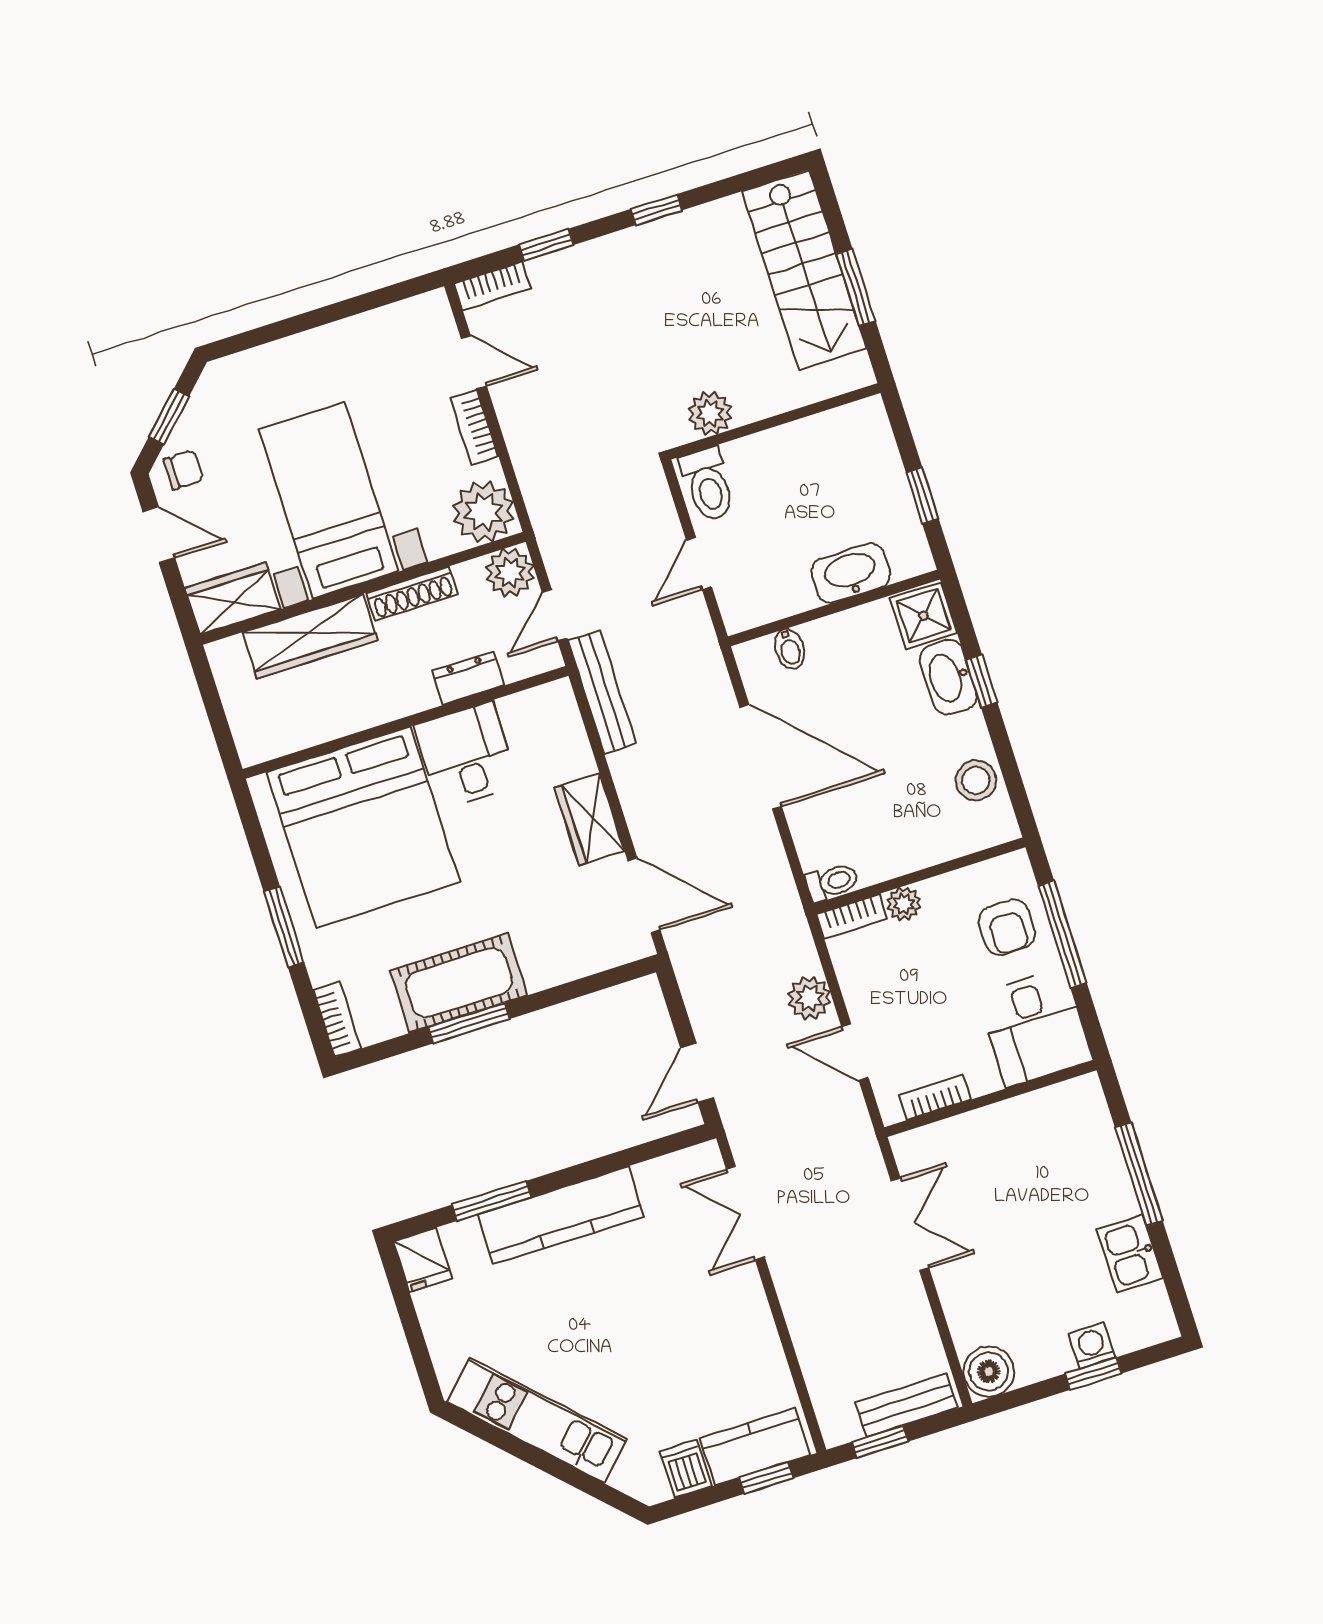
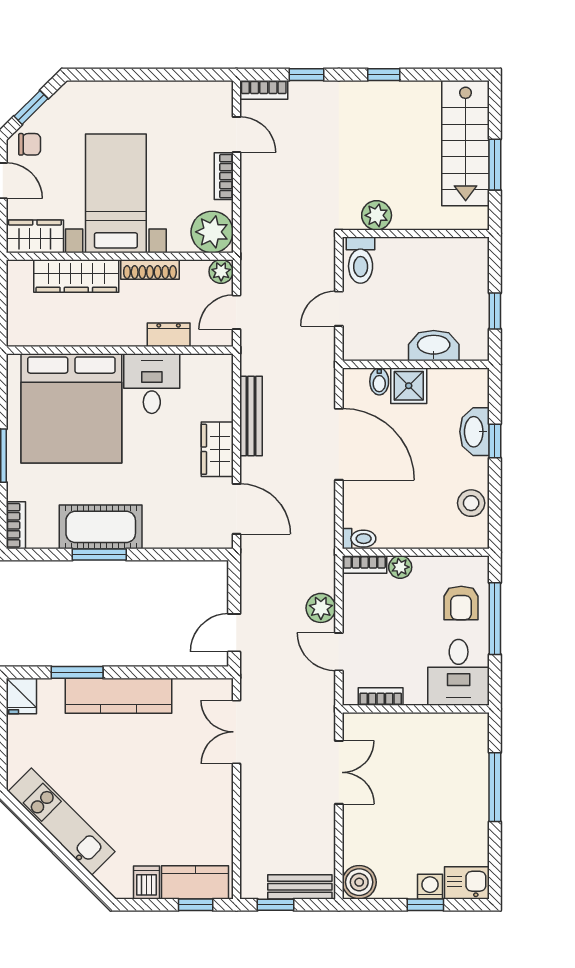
plant: (510, 573) -> (221, 272), width x0.73, depth x0.73
shower: (924, 616) -> (409, 386), moved
bench: (602, 692) -> (251, 416), moved
kitchen sink: (1130, 1254) -> (467, 883), moved, turned 90

